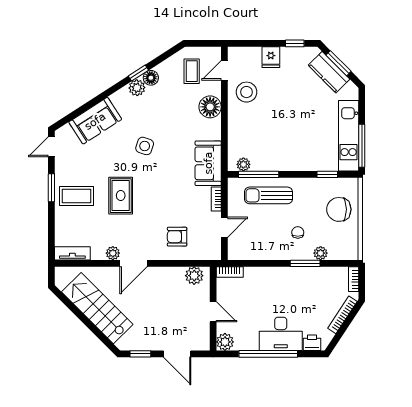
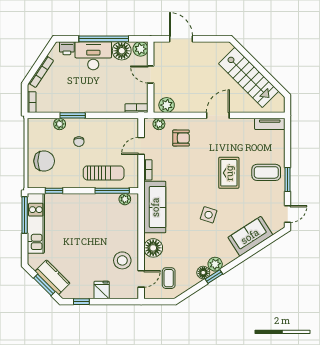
sofa: (208, 163) -> (155, 207), width x1.36
plant: (113, 253) -> (159, 124), moved
floor lamp: (247, 340) -> (122, 51), added
window: (140, 354) -> (212, 39), removed

